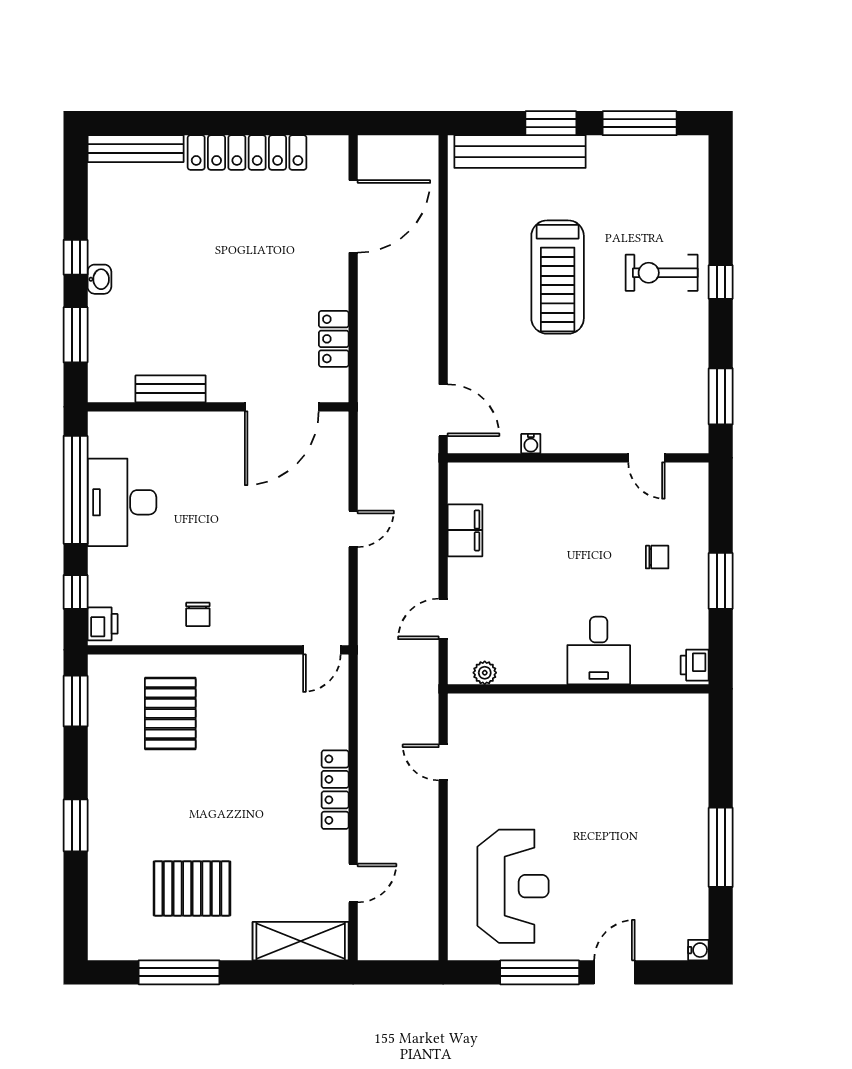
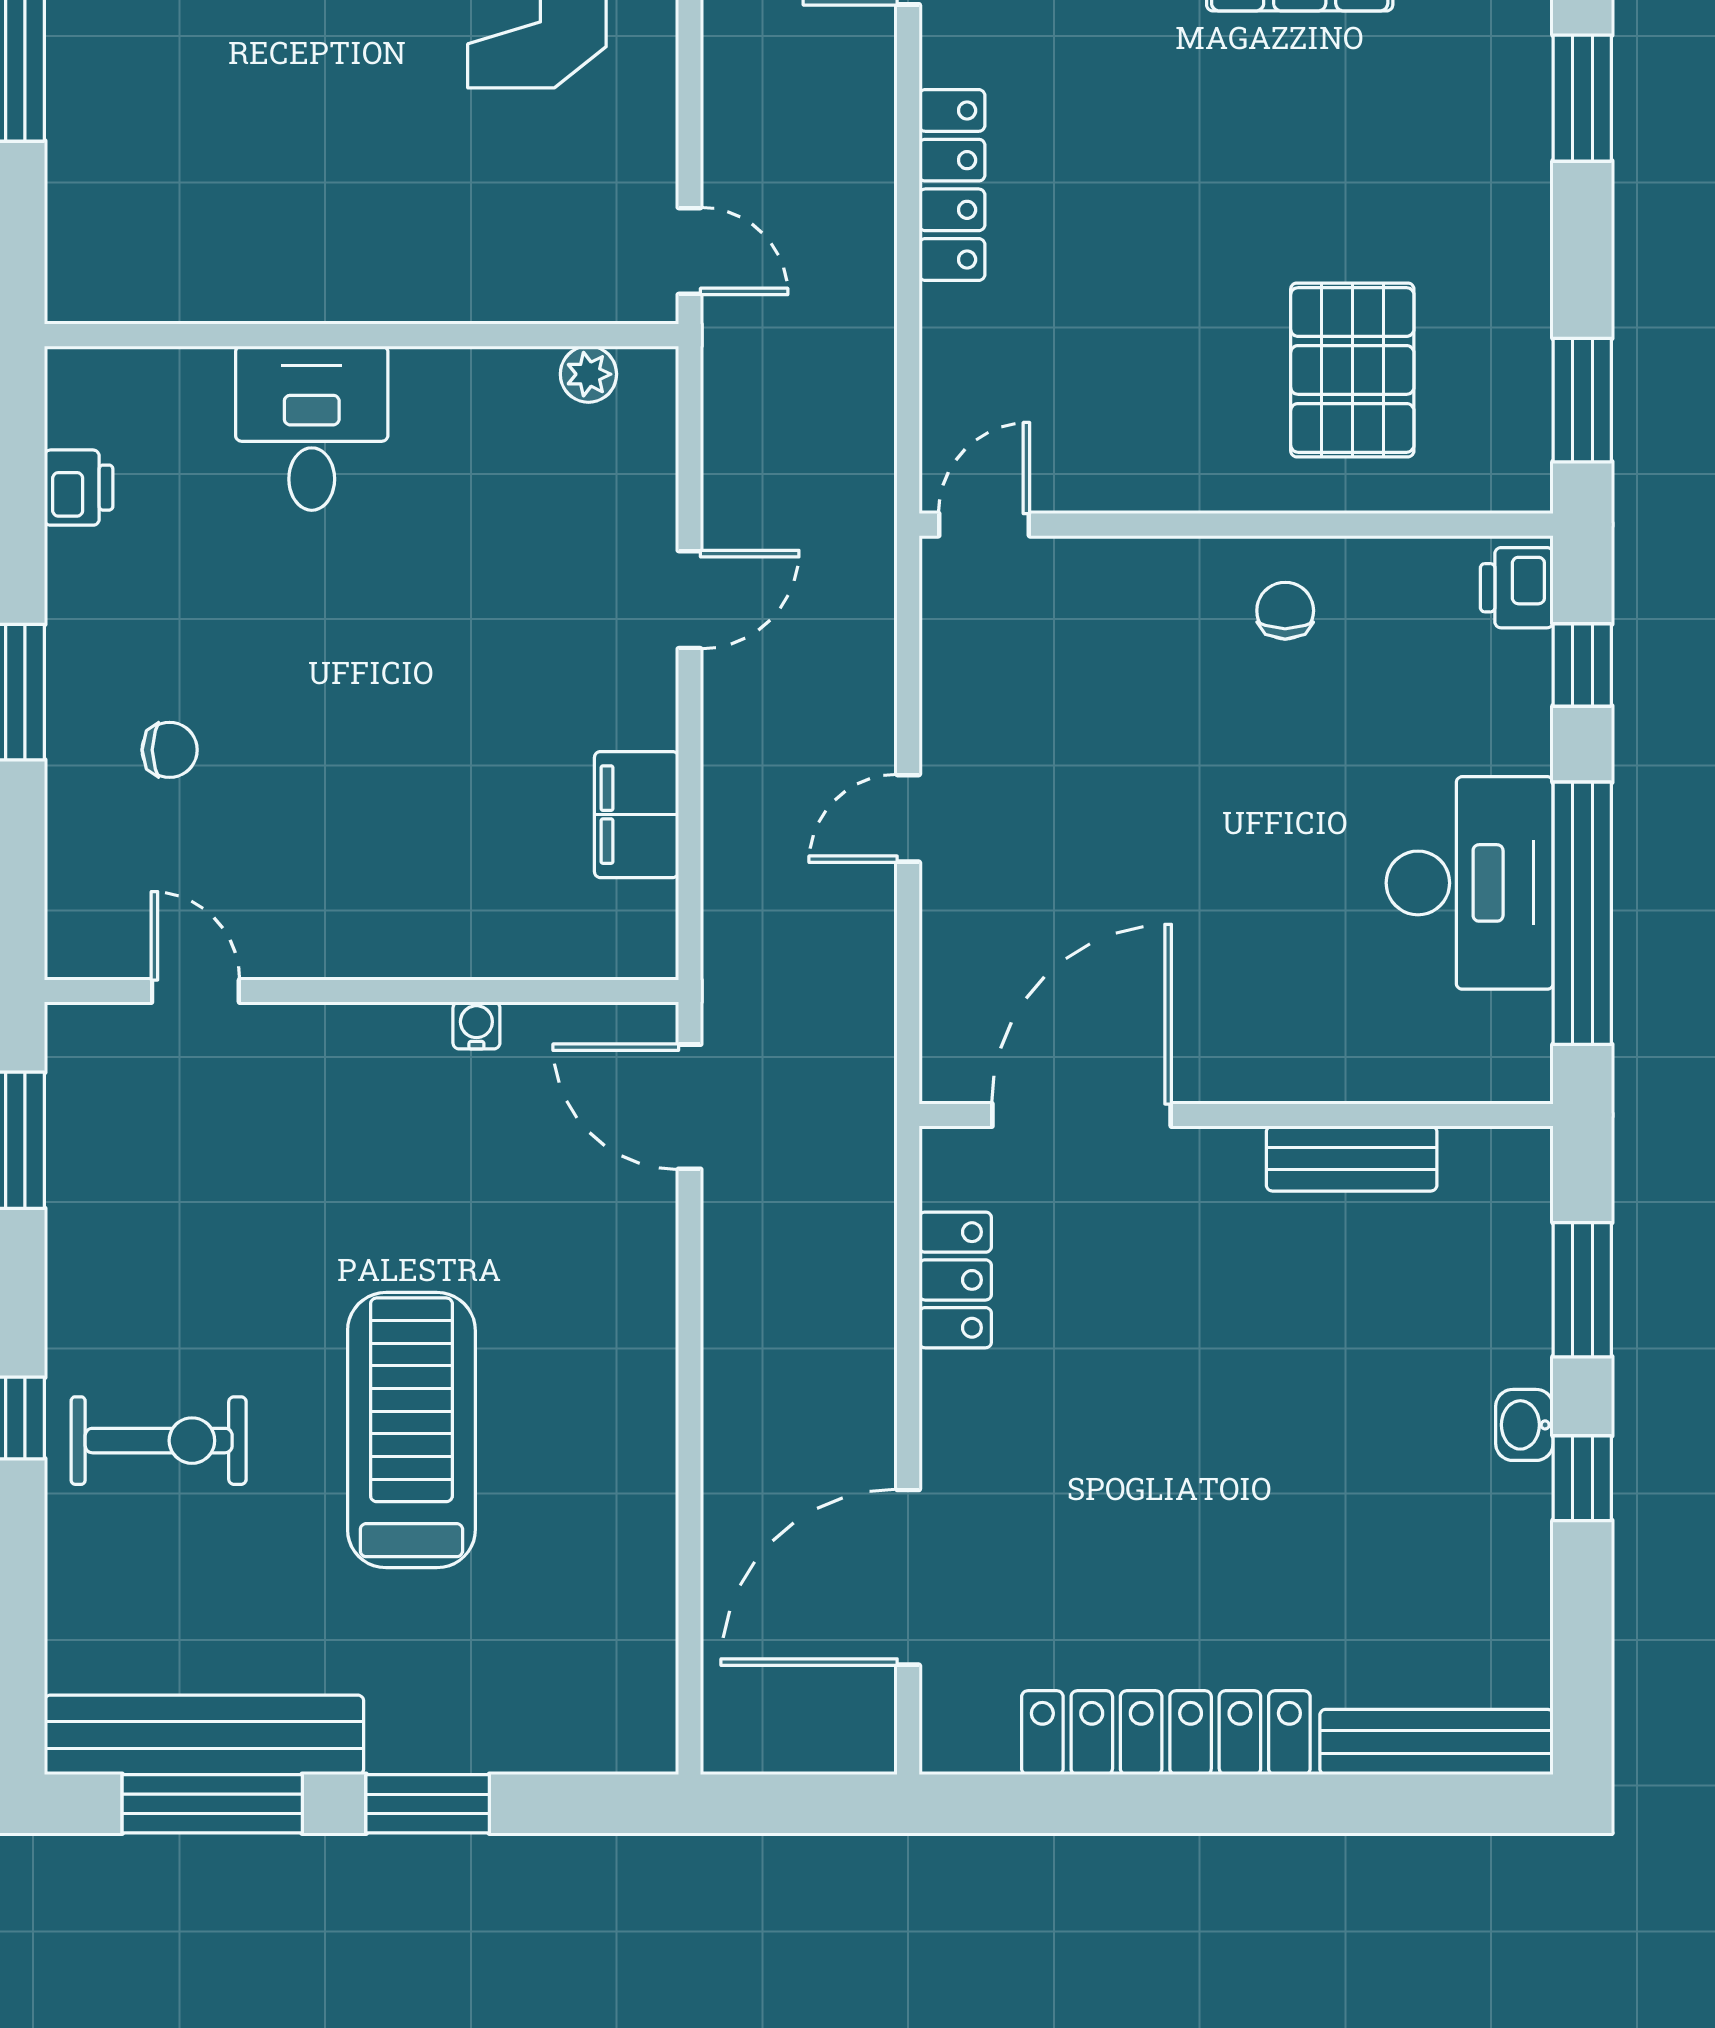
bench: (520, 152) -> (204, 1735), moved
chair: (657, 557) -> (170, 750), turned 180
desk: (599, 651) -> (312, 428), moved
plant: (485, 673) -> (588, 374), moved
wall: (578, 689) -> (361, 335), moved

